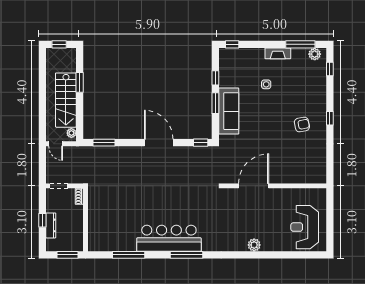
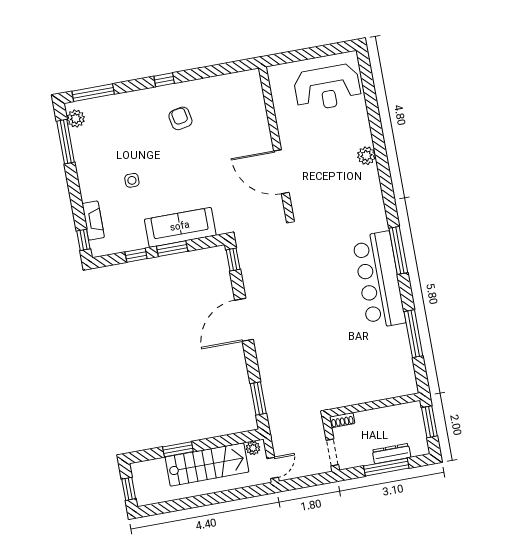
fireplace: (278, 53) -> (93, 221), moved
window: (330, 69) -> (93, 93), width x2.17
window: (42, 220) -> (386, 467), width x2.17

